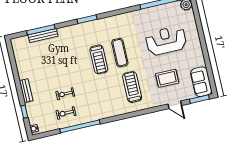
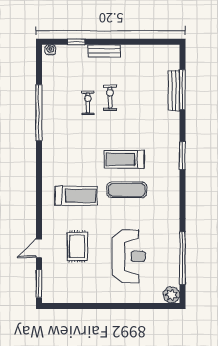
sofa: (201, 82) -> (62, 291), removed
exercise bike: (66, 113) -> (110, 98), moved

